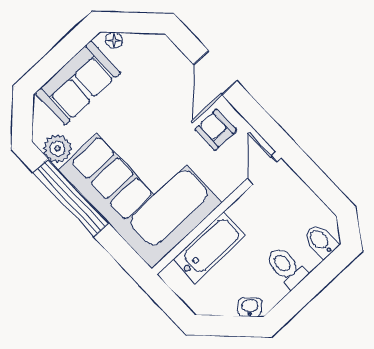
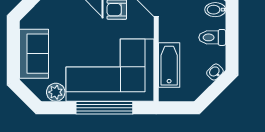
floor lamp: (114, 40) -> (30, 18), removed
window: (71, 198) -> (104, 108), moved

